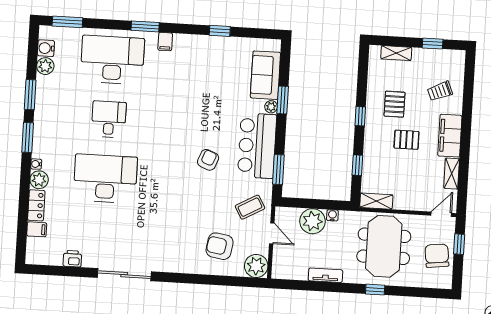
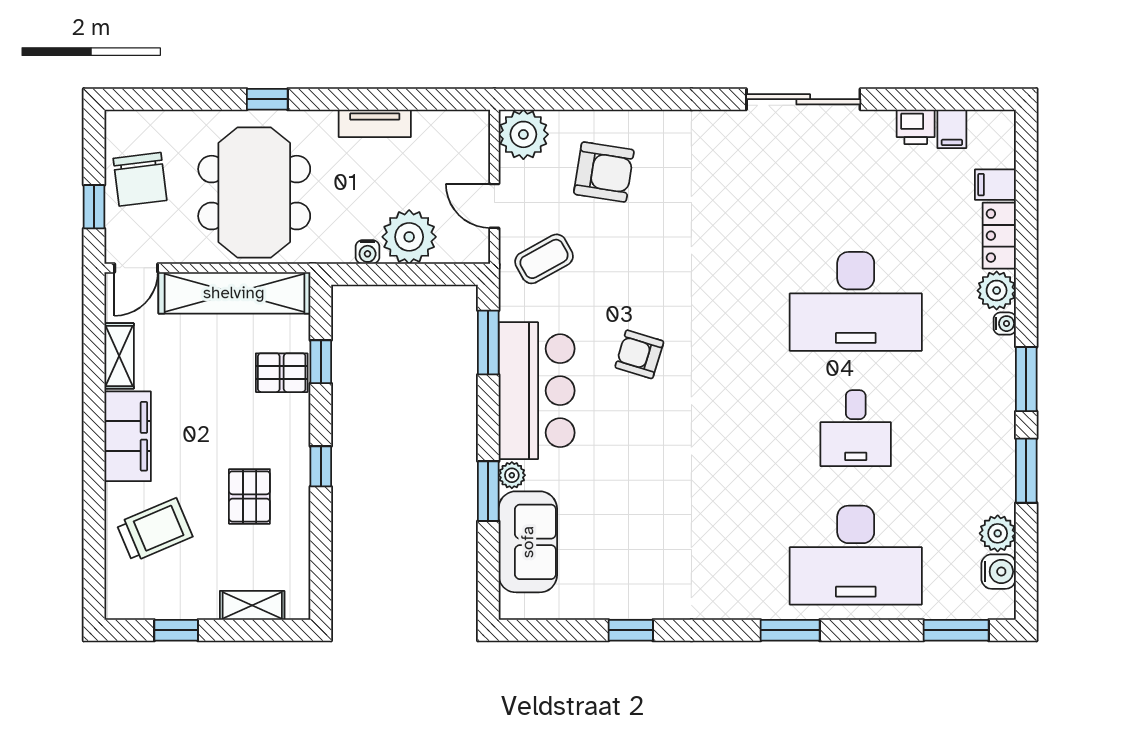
filing cabinet: (165, 42) -> (952, 129), moved, turned 180
trolley: (440, 91) -> (154, 530), width x1.36, depth x1.39
pallet: (406, 140) -> (282, 373), moved
armchair: (208, 160) -> (639, 354), turned 85
shelving: (376, 201) -> (234, 293), width x2.20, depth x1.33

